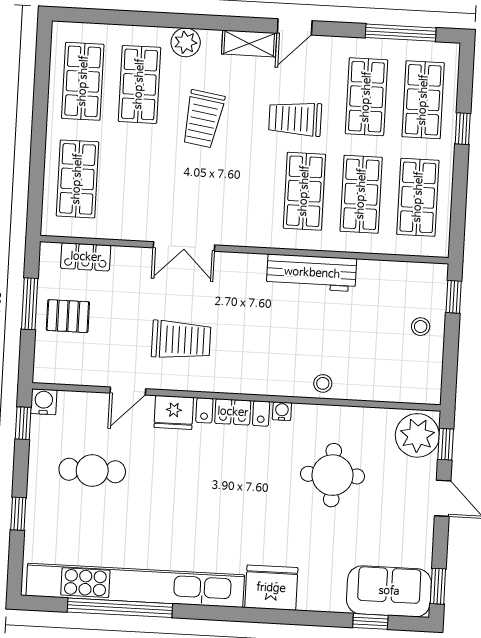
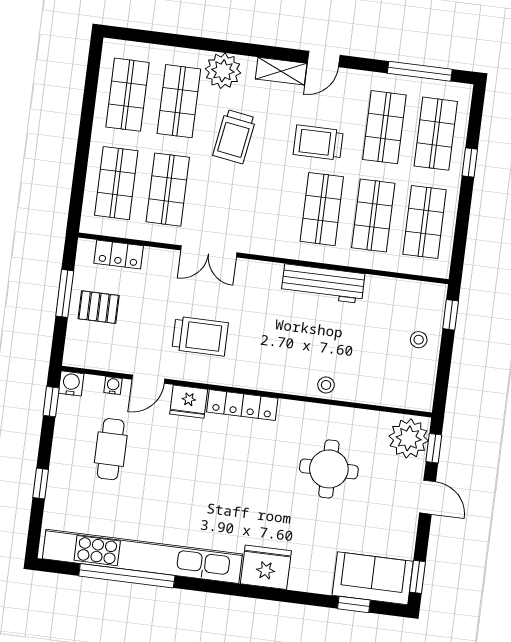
plant: (186, 42) -> (223, 71), width x1.36, depth x1.36
shop shelf: (134, 182) -> (168, 190), added
water cooler: (282, 411) -> (113, 386), moved
cafe table: (92, 471) -> (111, 449), turned 90

